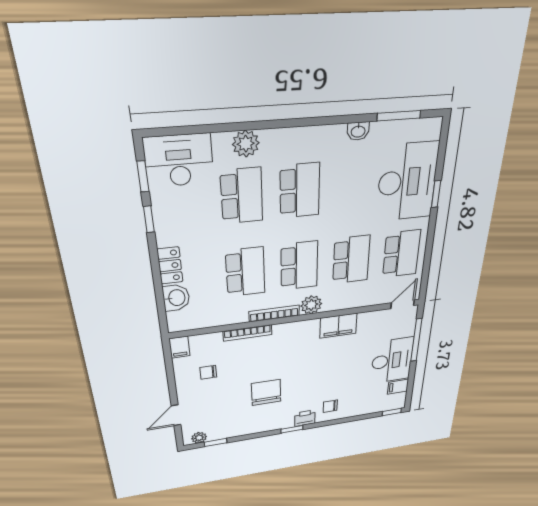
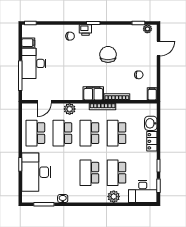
door: (403, 304) -> (44, 102), moved
plant: (311, 305) -> (70, 109), moved
filing cabinet: (338, 326) -> (93, 93), moved
chair: (266, 392) -> (108, 54), turned 180

